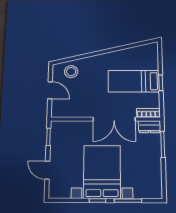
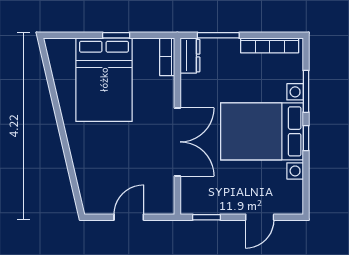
stool: (71, 72) -> (97, 183), removed
bed: (134, 81) -> (104, 80), width x1.50
double door: (114, 119) -> (177, 142), moved
bookcase: (157, 177) -> (270, 45), added

